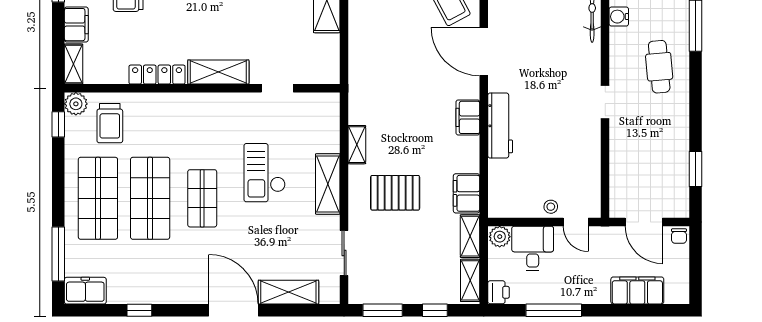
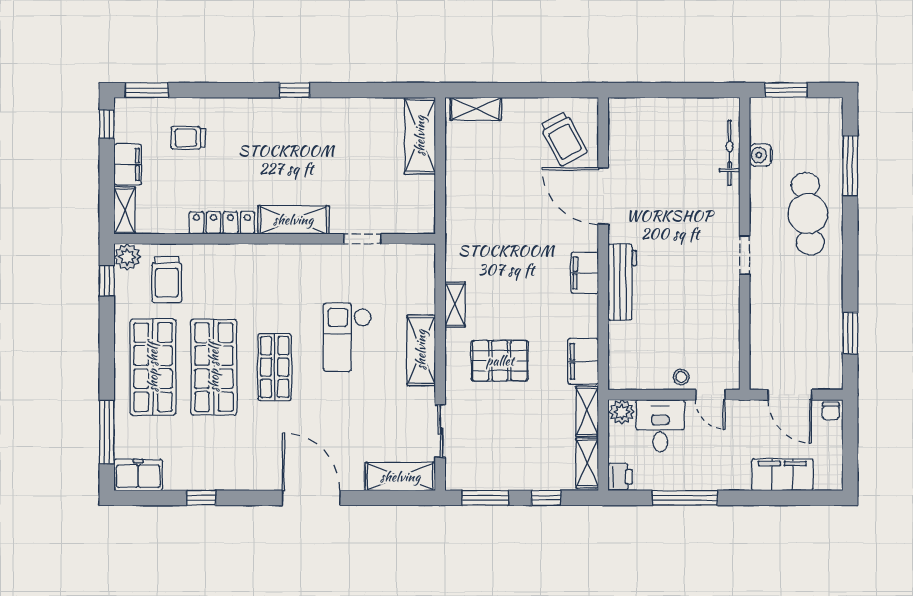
cafe table: (659, 67) -> (808, 214), width x1.37, depth x1.35
shelving: (288, 292) -> (400, 477), moved

